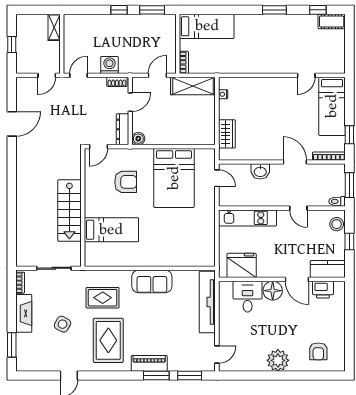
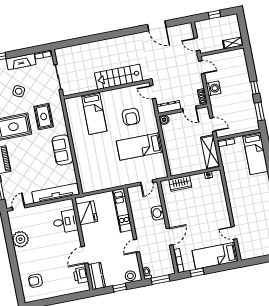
bed: (174, 178) -> (140, 146), width x0.67
stairs: (69, 211) -> (119, 77), moved
floor lamp: (273, 291) -> (73, 239), removed
door: (217, 355) -> (19, 208), swing flipped
plant: (278, 360) -> (20, 239), moved

